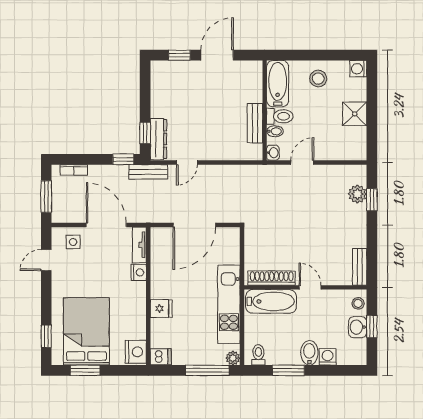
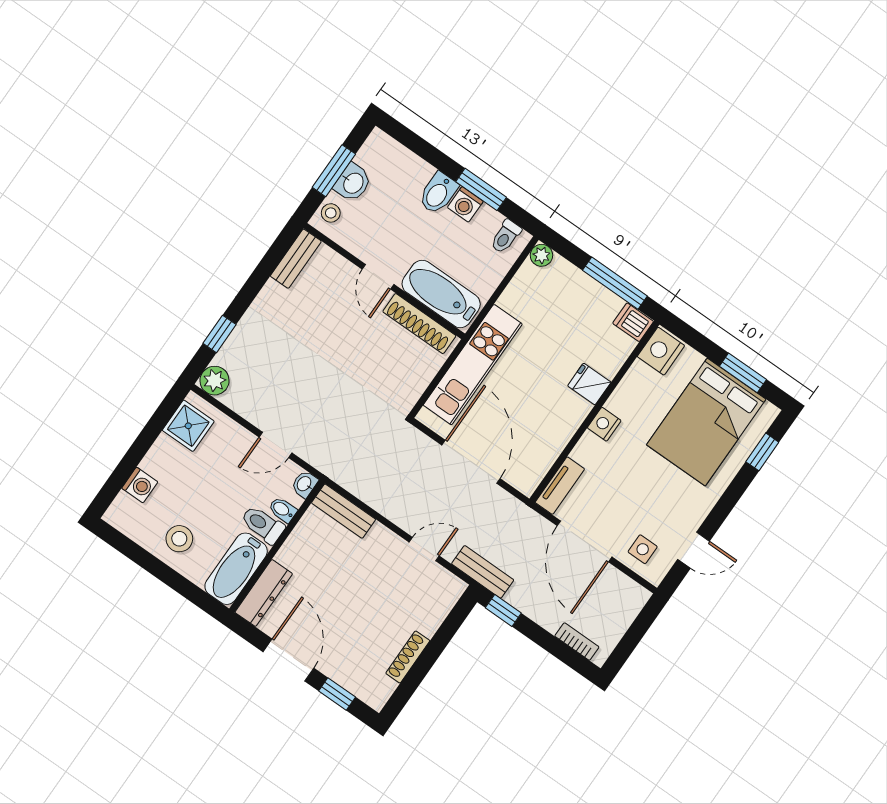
door: (217, 55) -> (288, 660), swing flipped
washing machine: (358, 69) -> (140, 485), moved
shoe rack: (156, 100) -> (408, 657), added
shower: (355, 114) -> (188, 426), moved
bench: (255, 123) -> (344, 511), moved, turned 90
window: (145, 133) -> (451, 625), removed
dresser: (158, 139) -> (264, 593), moved, turned 180
plant: (357, 194) -> (214, 381), moved
window: (46, 197) -> (636, 632), removed
door: (194, 225) -> (471, 462), hinge flipped
nightstand: (139, 272) -> (604, 424), moved
kitchen unit: (229, 304) -> (473, 365), moved
window: (372, 326) -> (334, 171), width x1.50
washing machine: (328, 357) -> (465, 204), moved
window: (207, 370) -> (615, 283), moved

